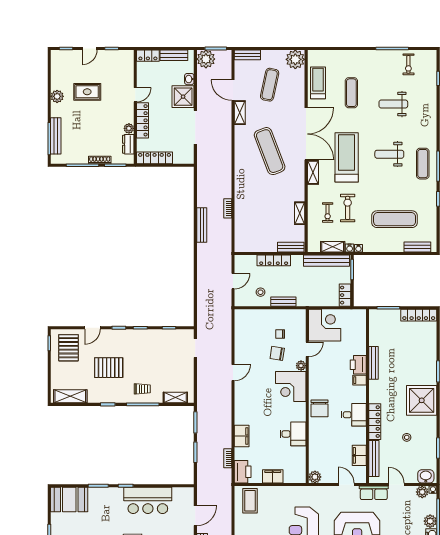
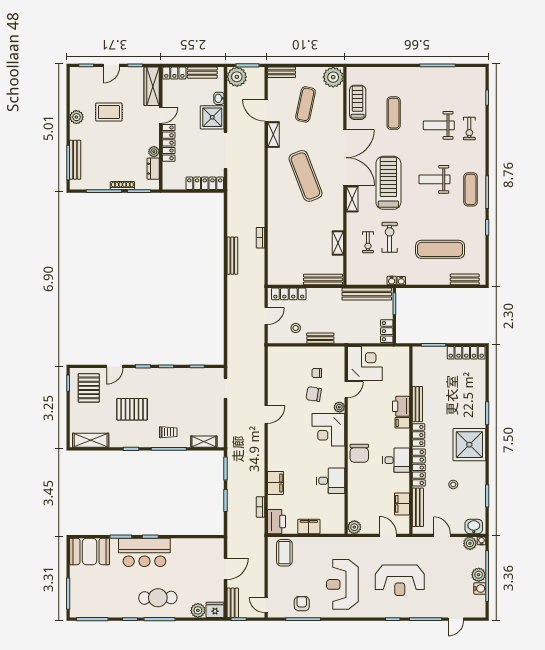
exercise bike: (408, 64) -> (469, 129), moved
wardrobe: (127, 68) -> (152, 86), added
locker: (155, 158) -> (205, 183), moved
bench: (291, 247) -> (323, 279), width x1.36
shelving: (333, 247) -> (373, 279), removed
locker: (274, 260) -> (289, 294), moved
locker: (375, 391) -> (419, 435), added
row of seats: (374, 493) -> (418, 544), removed
bar counter: (148, 500) -> (144, 552), moved

